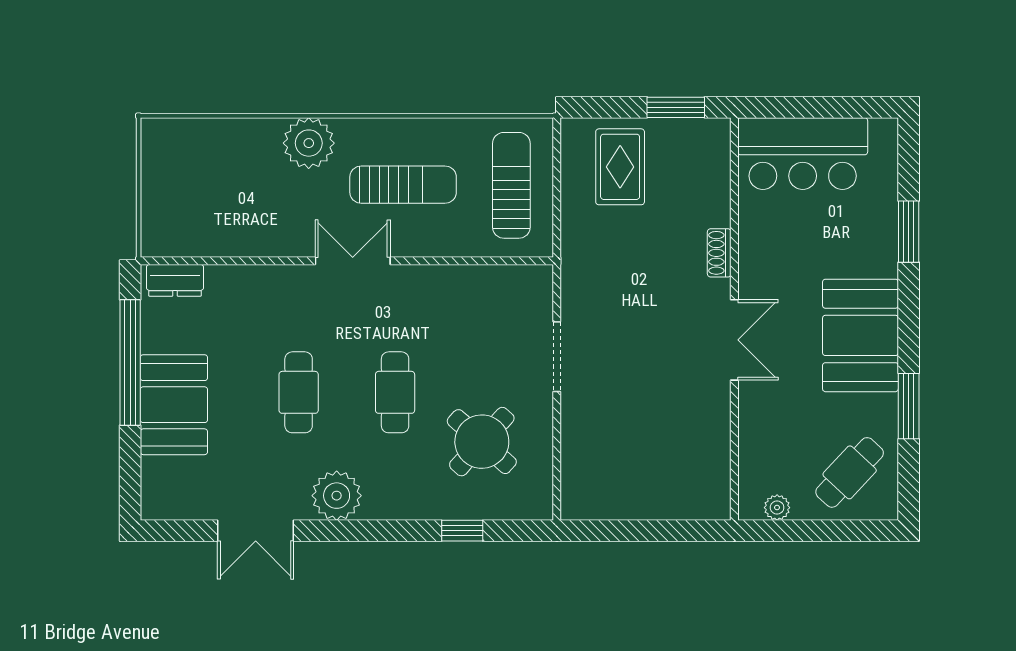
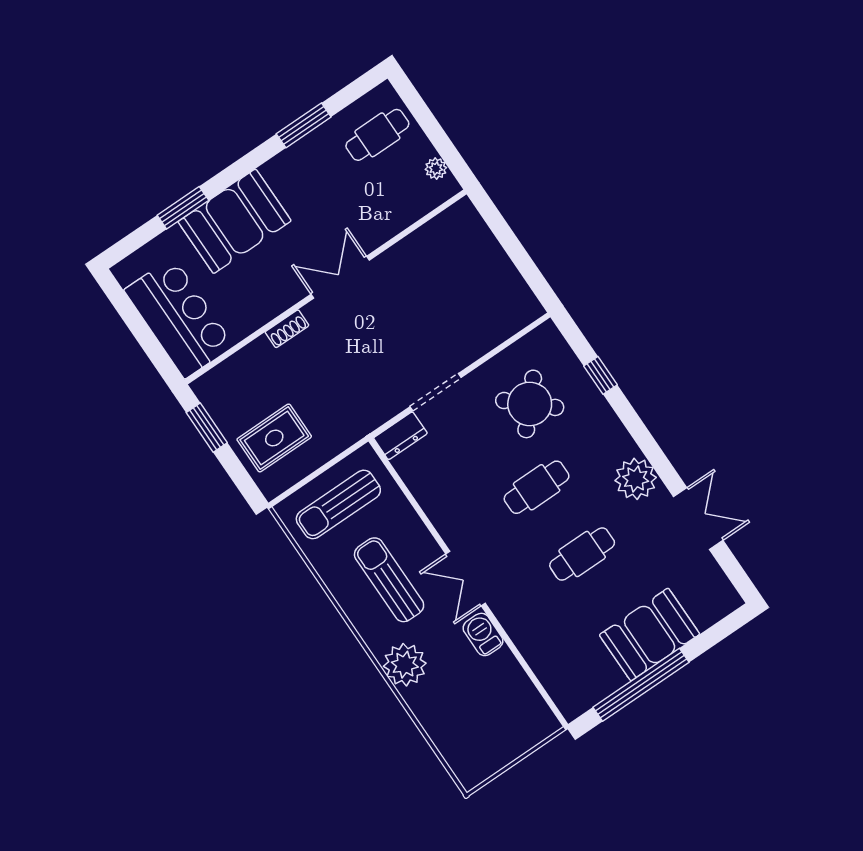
barbecue: (286, 241) -> (483, 634), added
dresser: (175, 280) -> (400, 436), moved, turned 90
booth: (860, 335) -> (235, 221), moved
cafe table: (850, 472) -> (377, 135), turned -43

